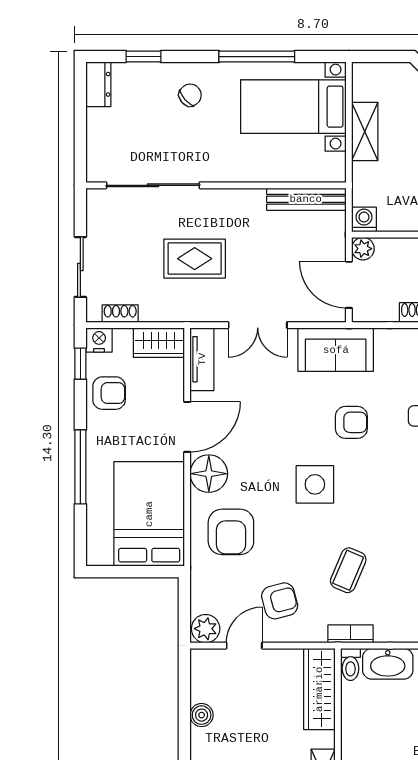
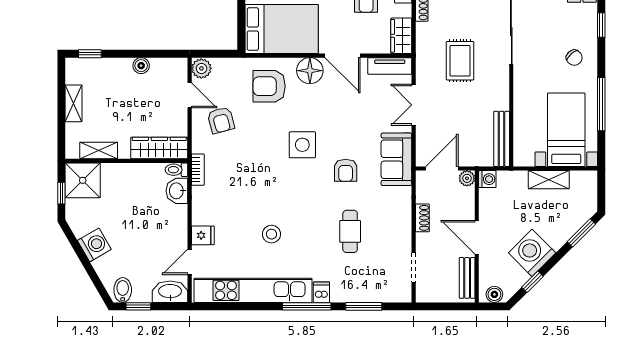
coffee table: (348, 570) -> (242, 168), removed
washbasin: (388, 664) -> (177, 191), width x0.72

